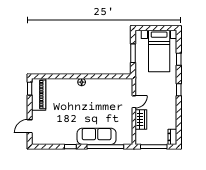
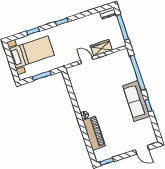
piano: (39, 94) -> (94, 133), moved, turned 90
sofa: (97, 136) -> (136, 101), moved

